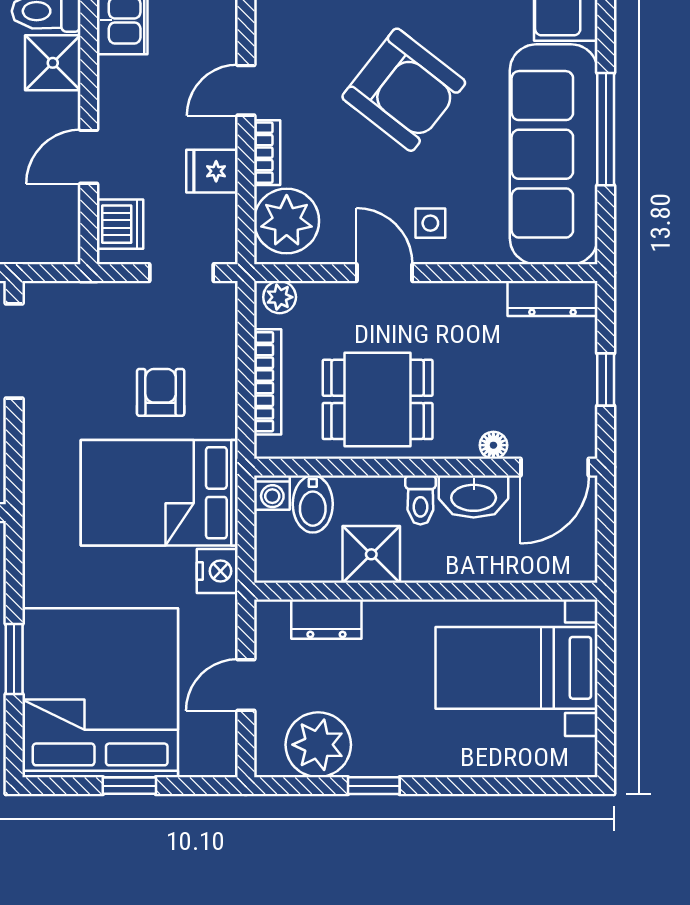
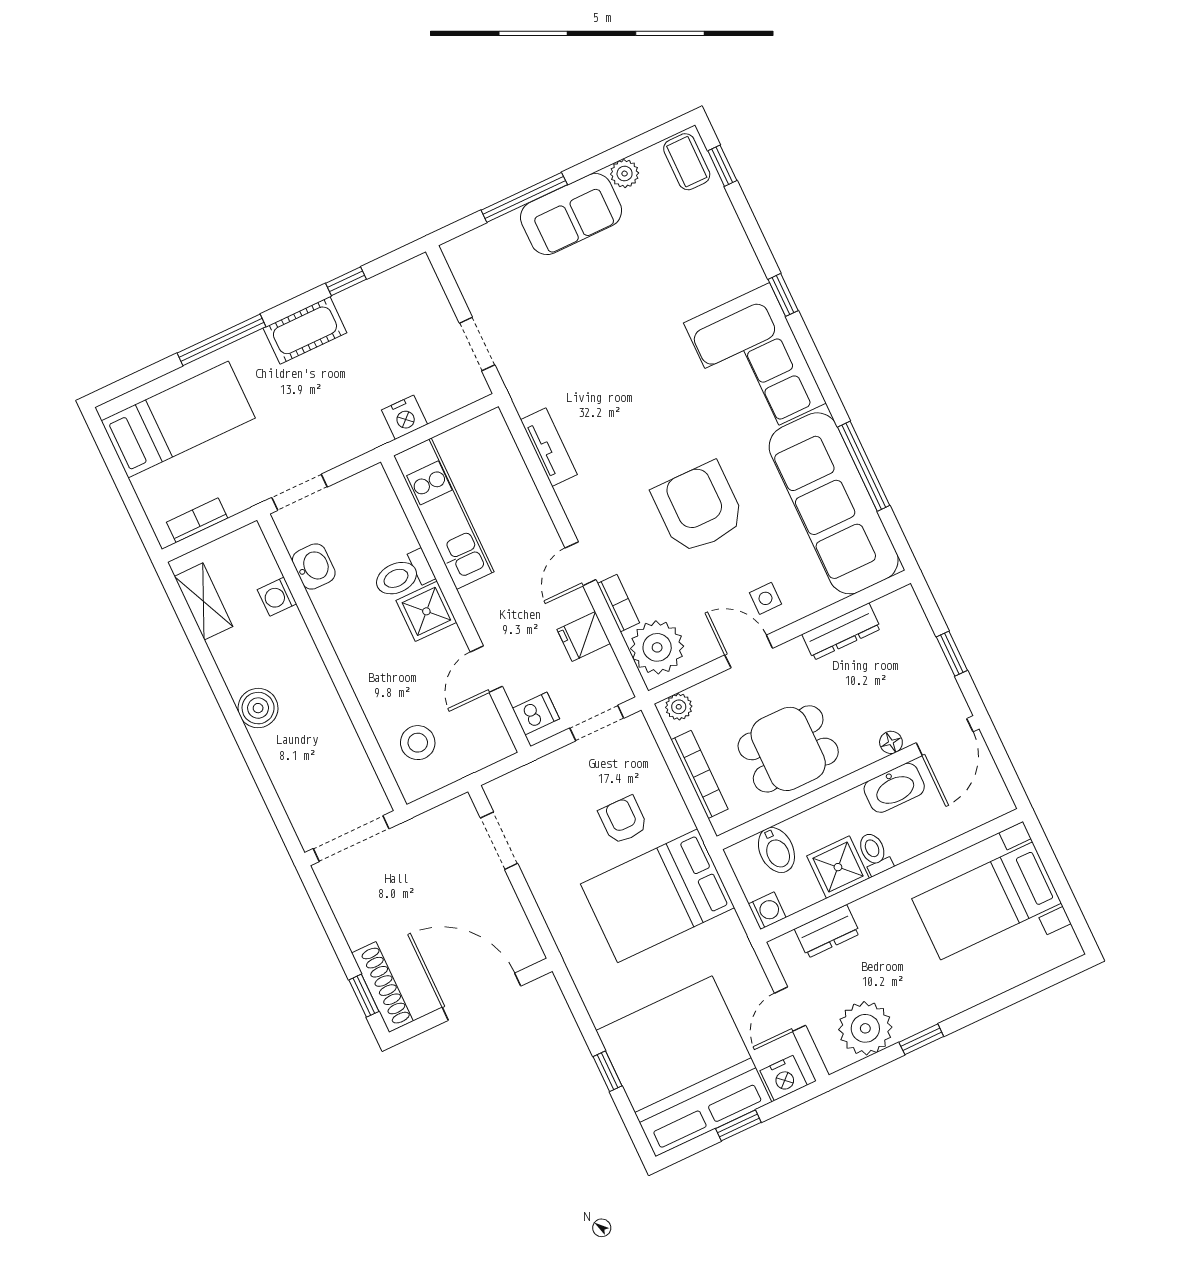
armchair: (404, 90) -> (699, 508), turned -128
dishwasher: (120, 224) -> (536, 714), width x0.73
dresser: (553, 298) -> (841, 632), moved
doorway: (14, 351) -> (499, 841), width x0.73
washing machine: (272, 493) -> (767, 911), moved, turned -90
toilet: (420, 500) -> (875, 853), moved, turned 180
nightstand: (217, 571) -> (784, 1078), moved, turned 90
window: (14, 659) -> (607, 1071), width x0.67

